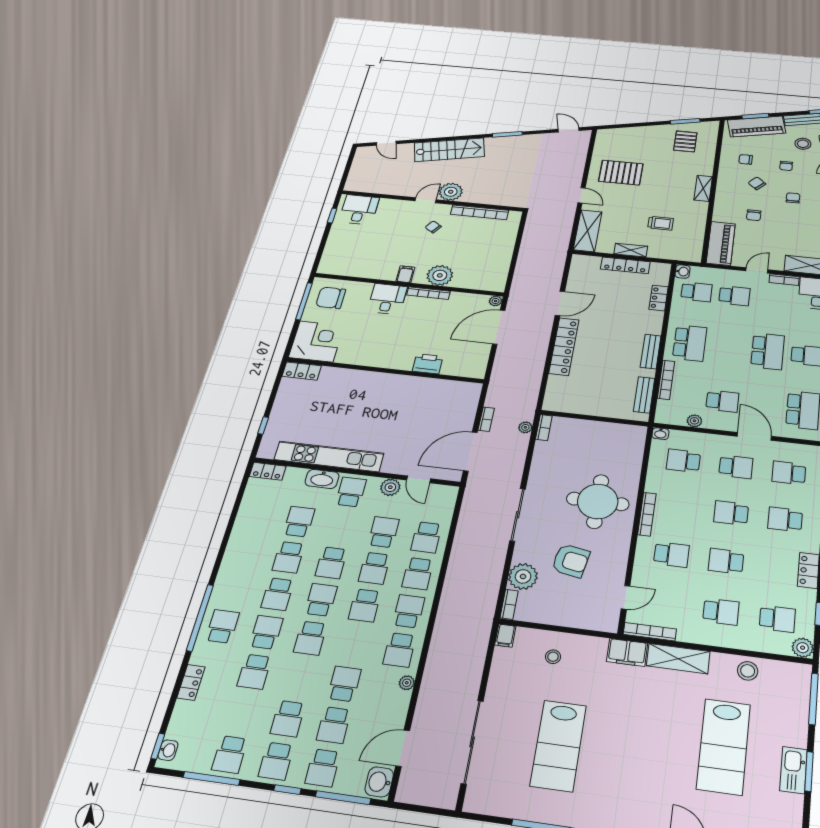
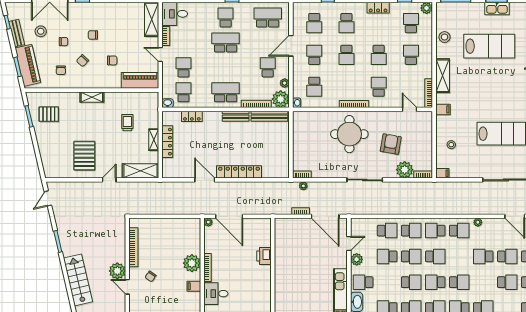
bench: (644, 395) -> (269, 116), width x1.36
plant: (669, 413) -> (281, 99), added
filing cabinet: (627, 652) -> (443, 109), width x0.50

